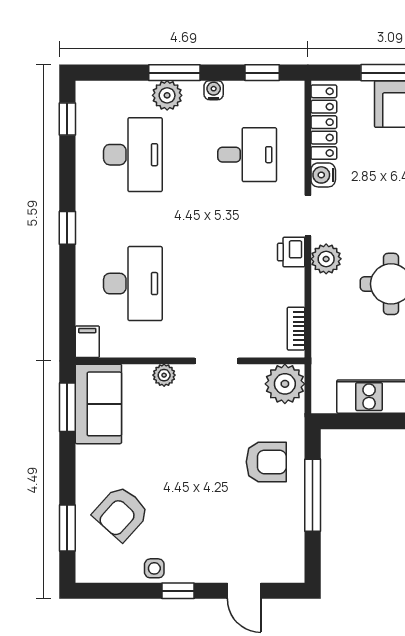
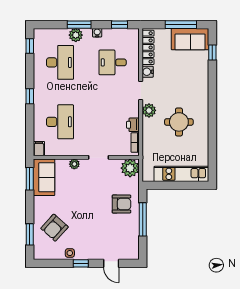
desk: (247, 155) -> (113, 62), turned 180
printer: (291, 252) -> (133, 125), moved

